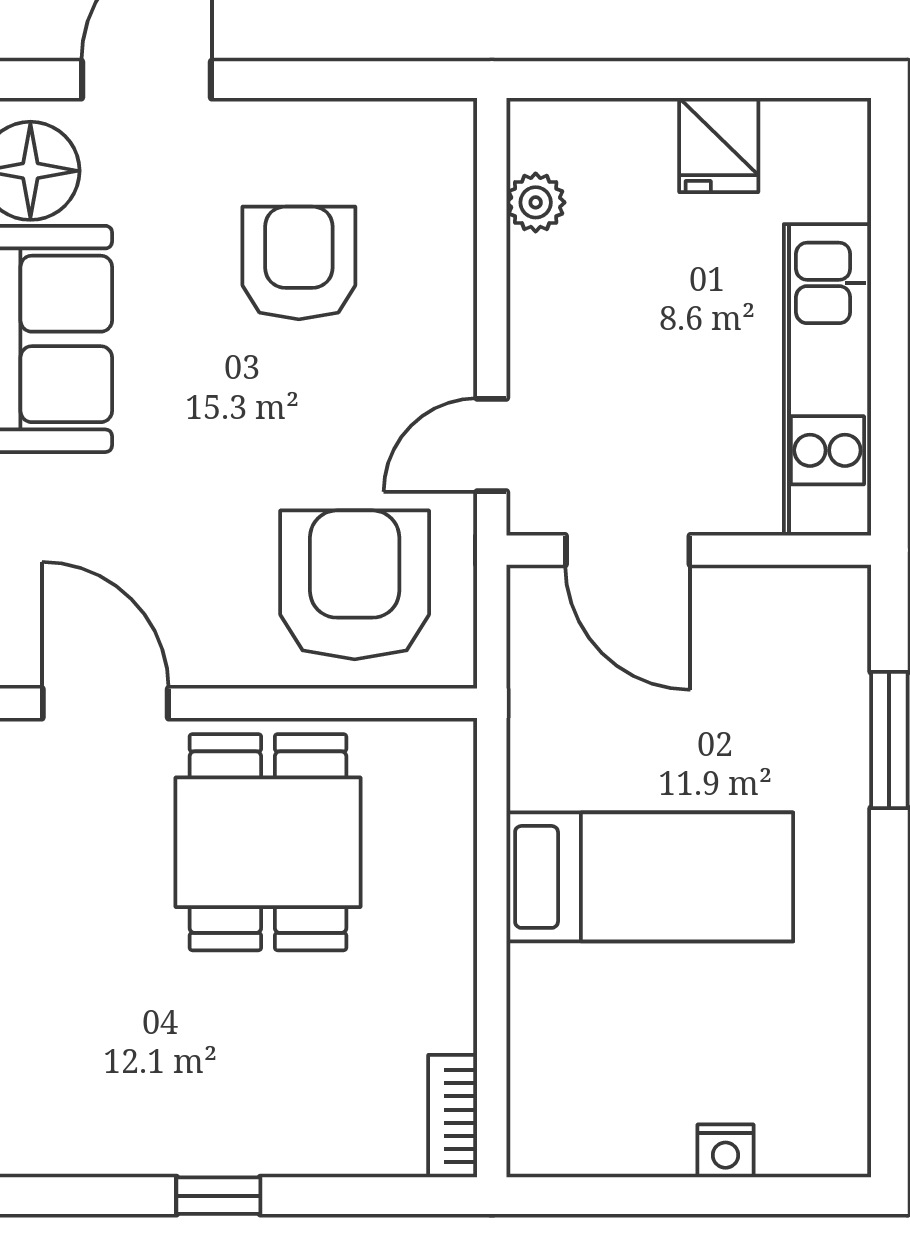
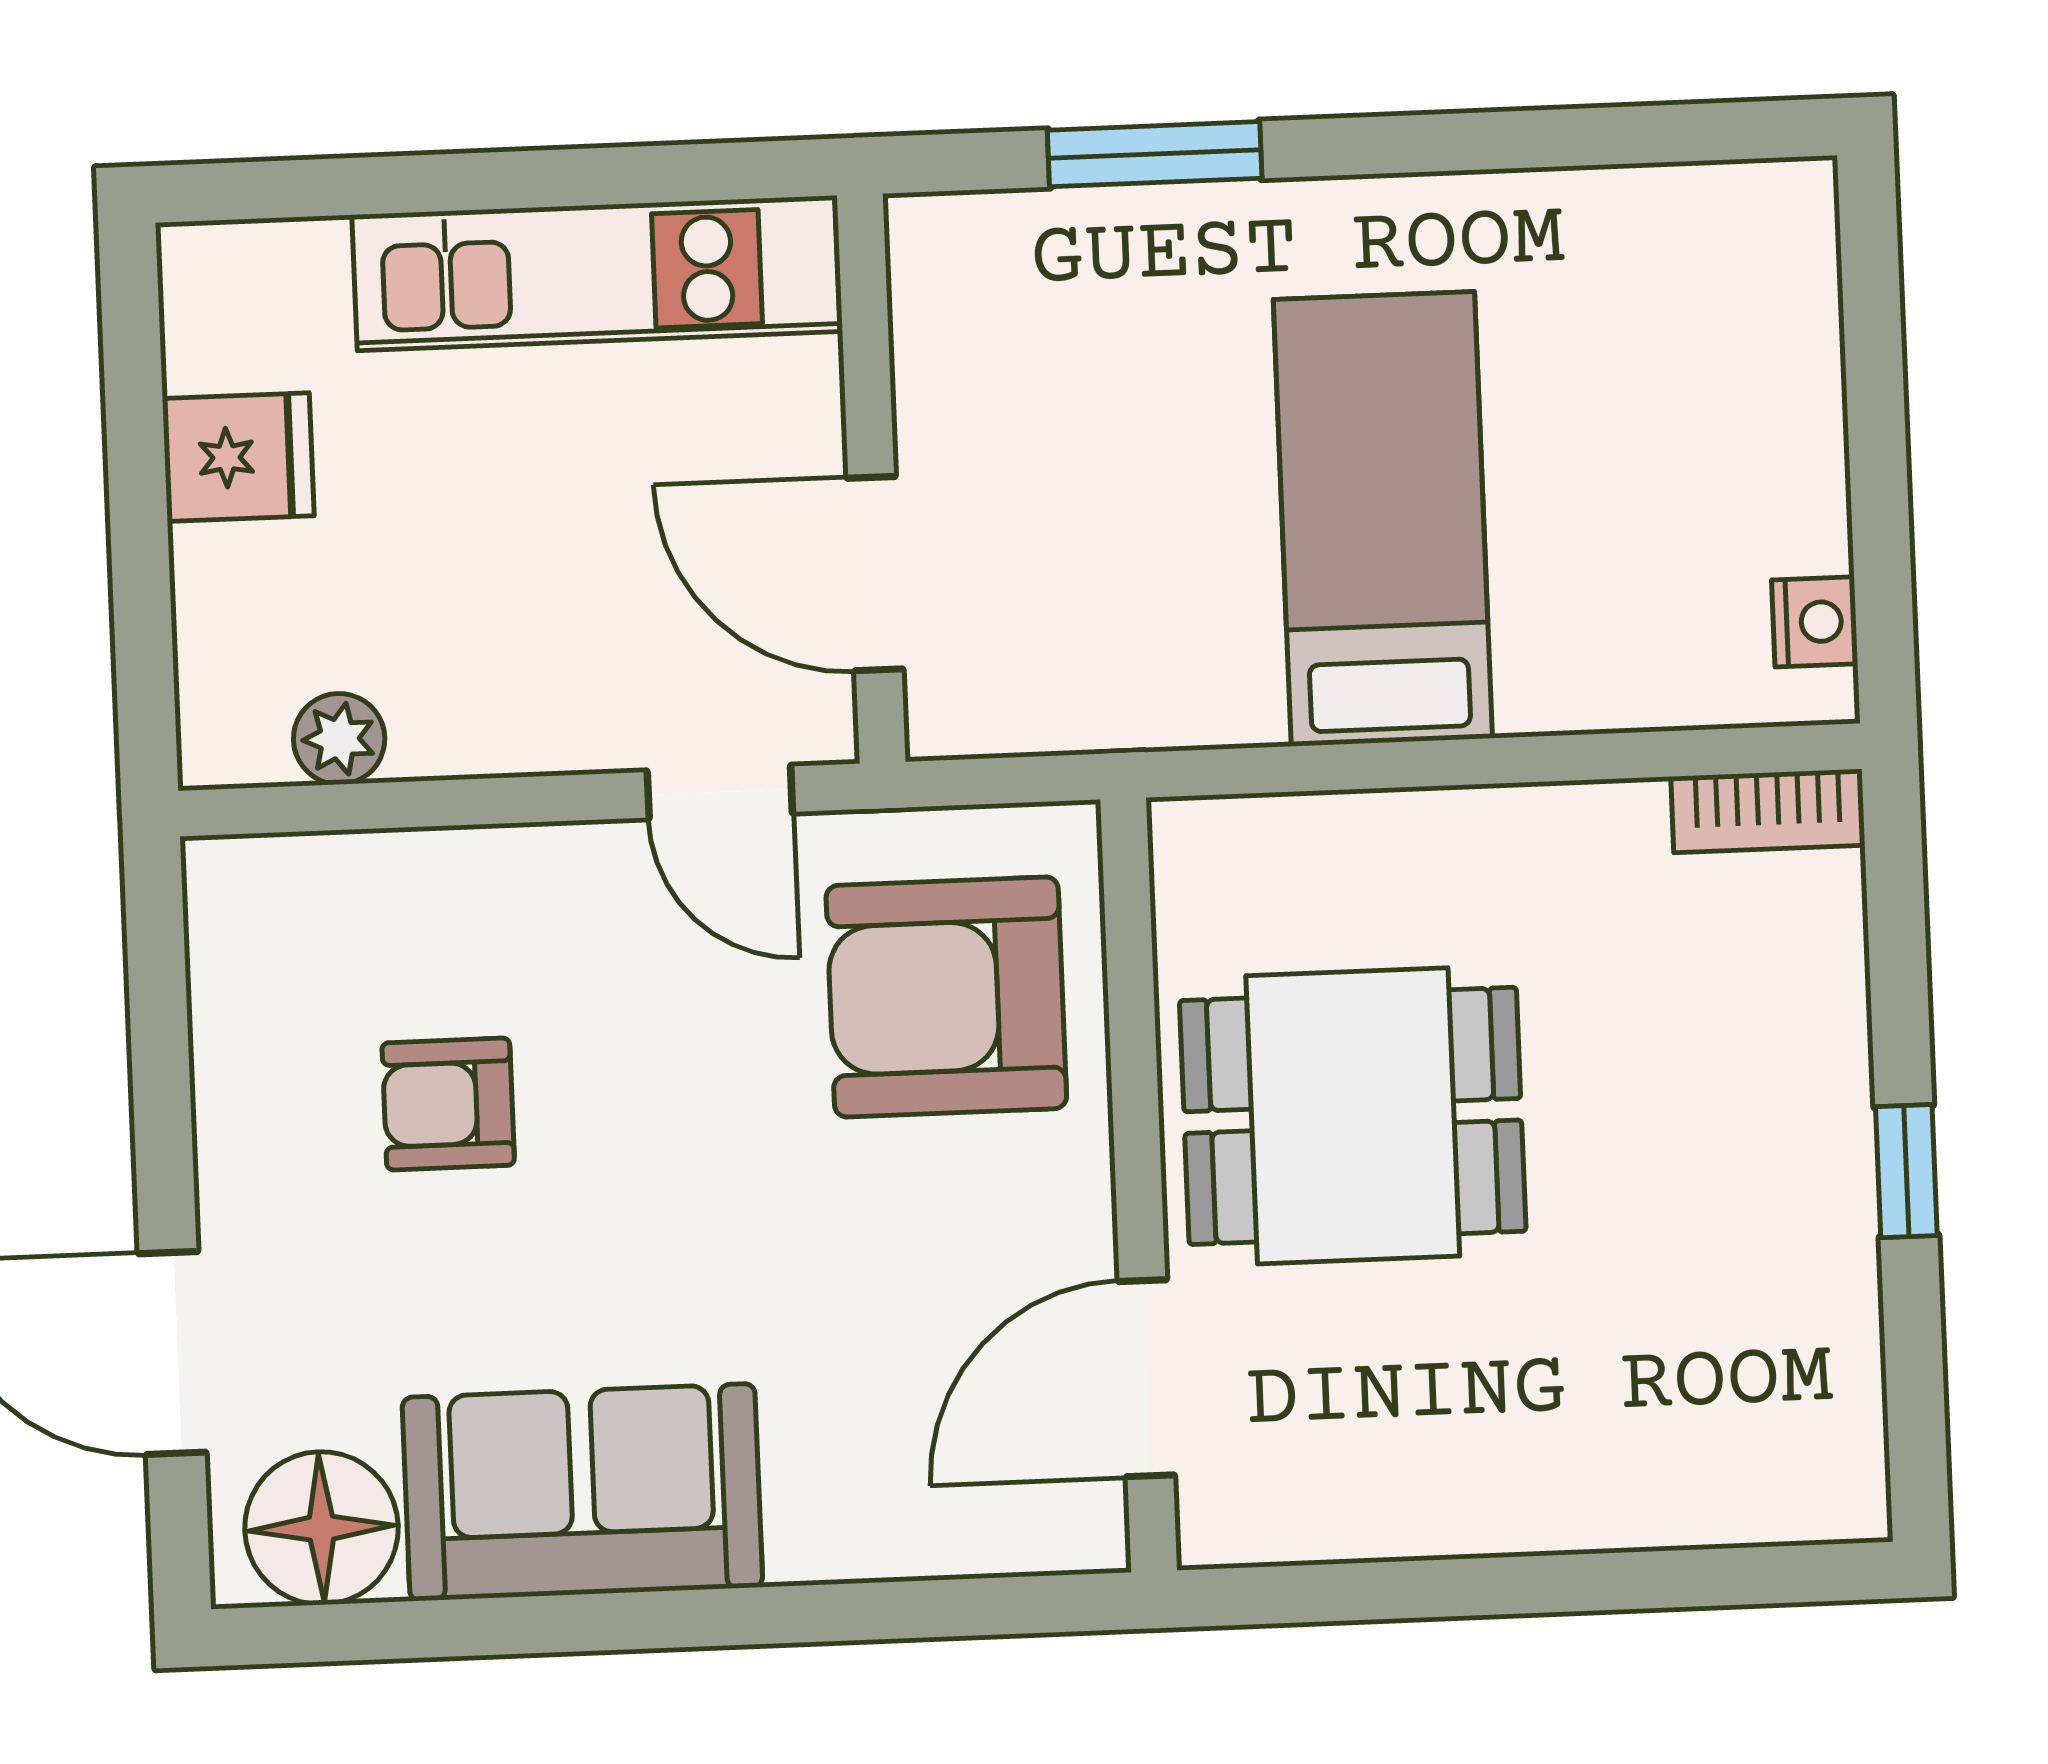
armchair: (299, 263) -> (448, 1104), width x0.72, depth x0.72
door: (628, 550) -> (875, 574), swing flipped
nightstand: (726, 1151) -> (1815, 622), moved

